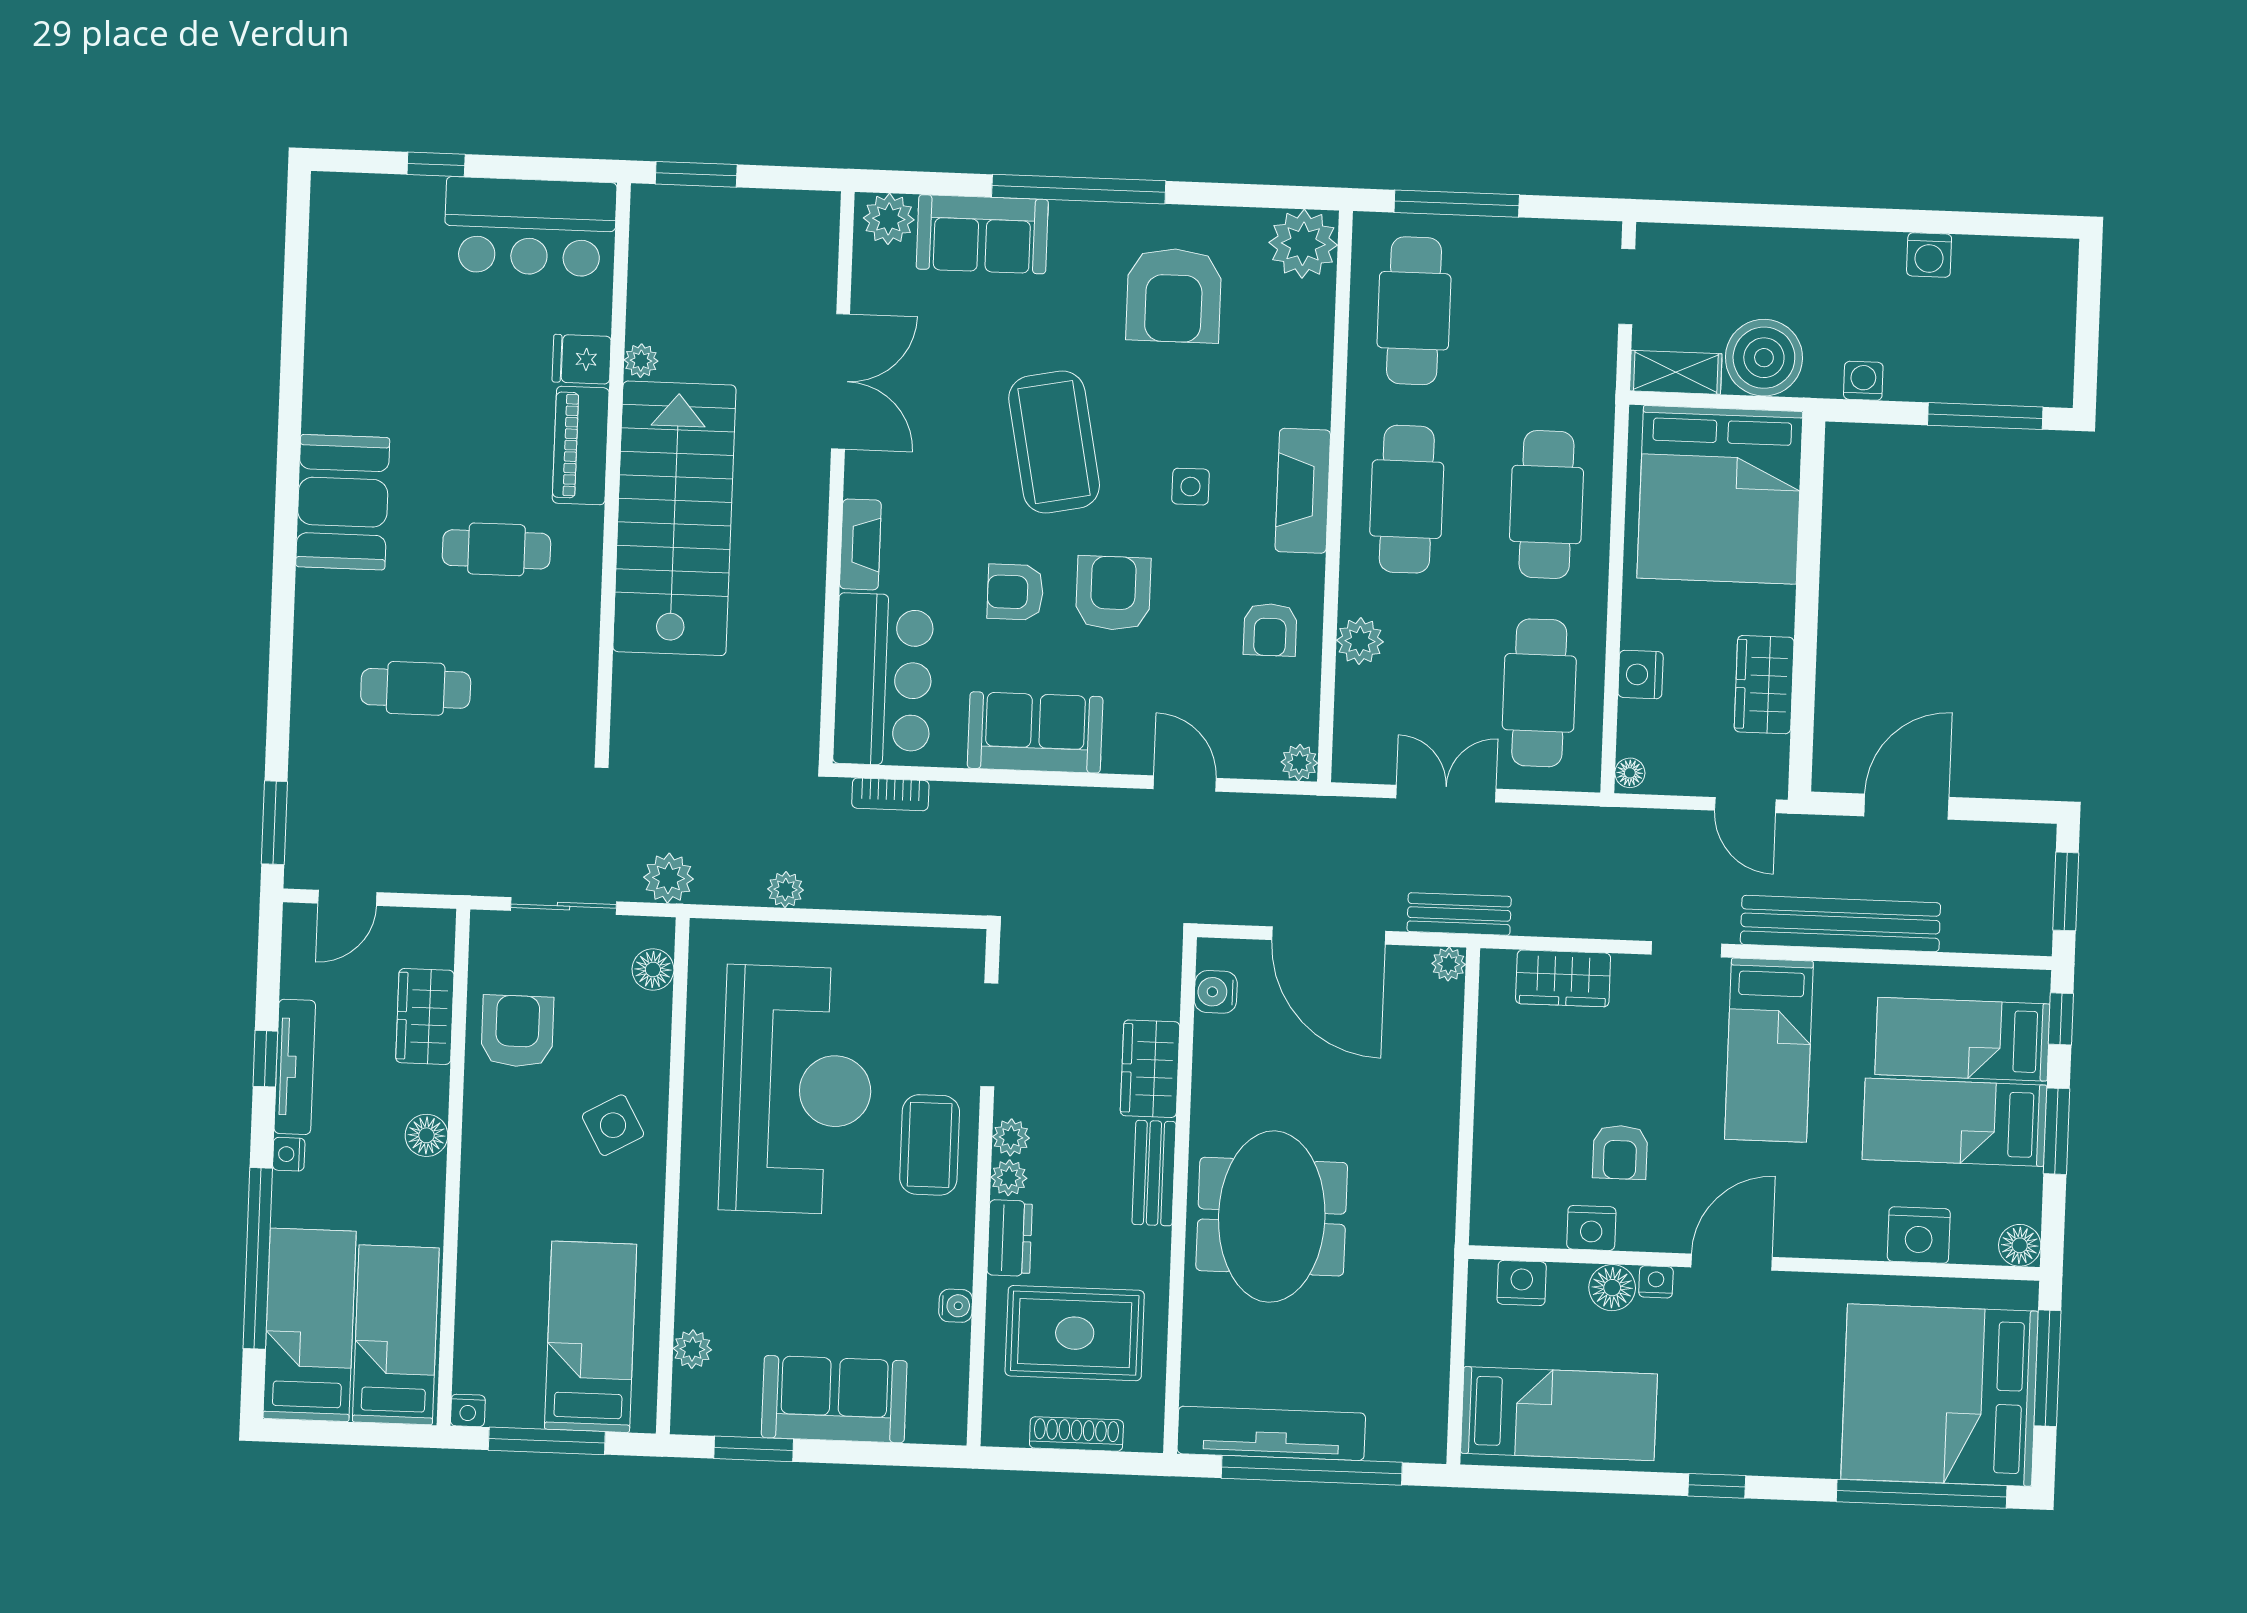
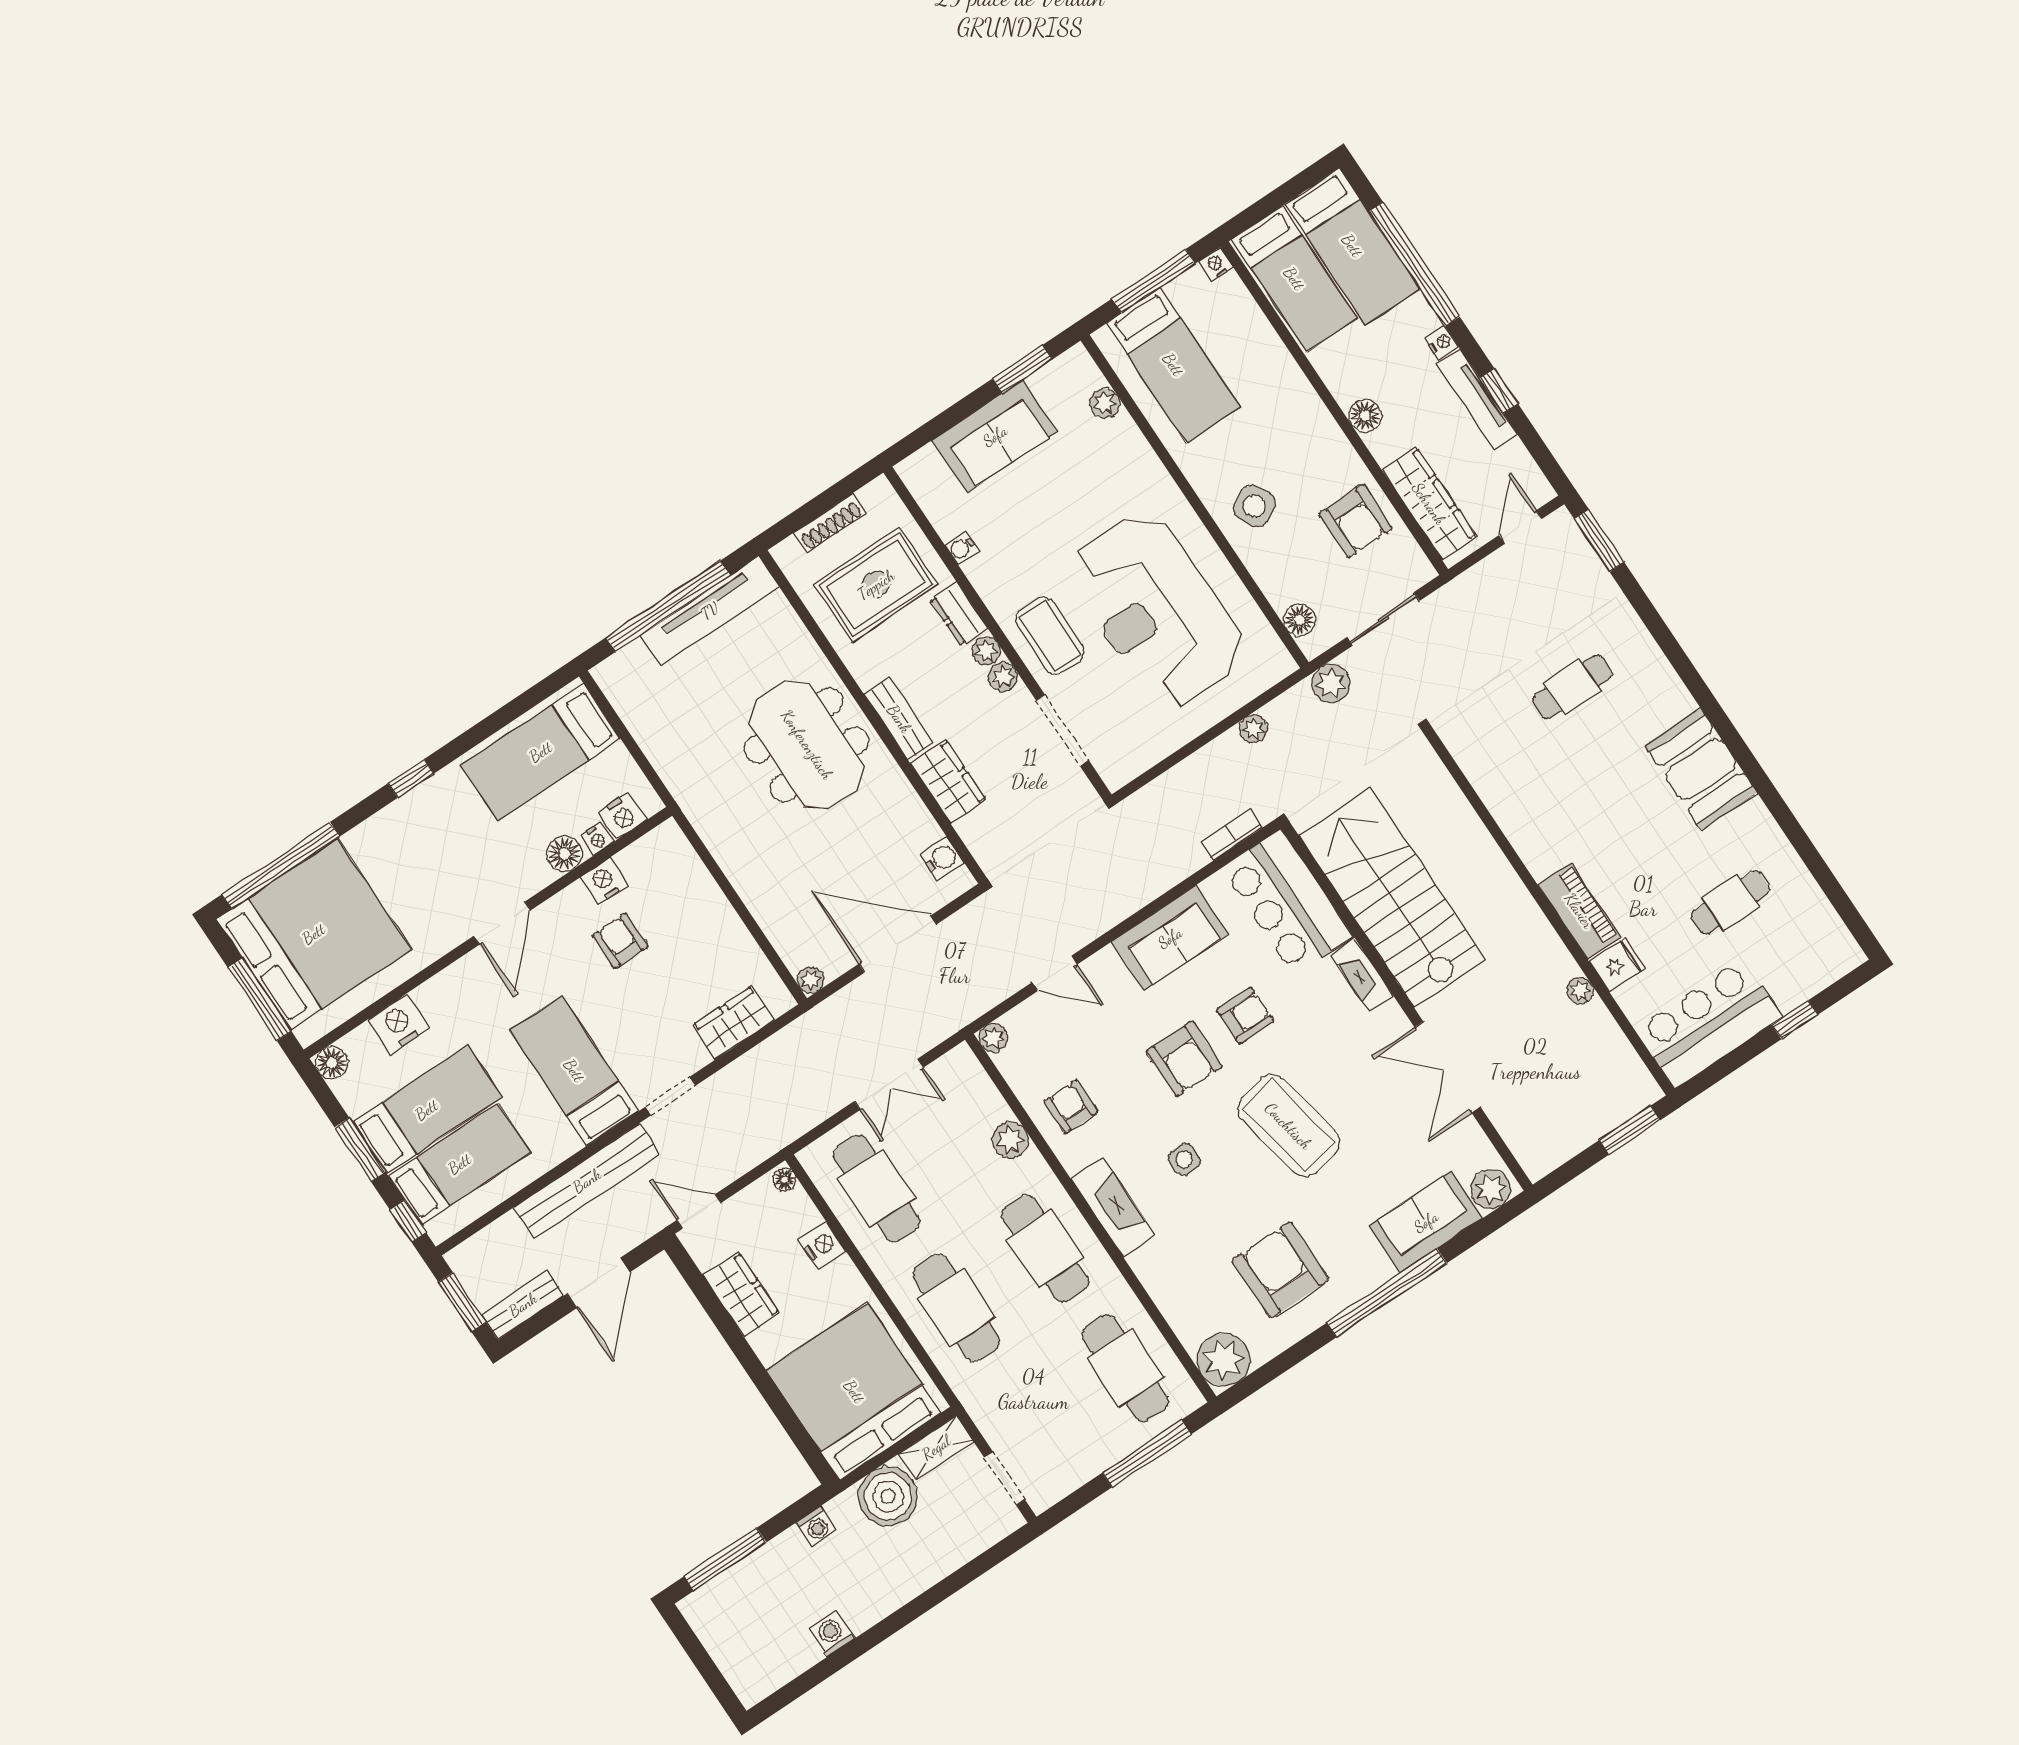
stairs: (674, 518) -> (1392, 897), moved, turned 180
cafe table: (496, 549) -> (1730, 902), moved
bench: (1459, 914) -> (523, 1305), moved
wardrobe: (425, 1016) -> (1429, 504), width x1.50
nightstand: (1656, 1282) -> (597, 839), moved

